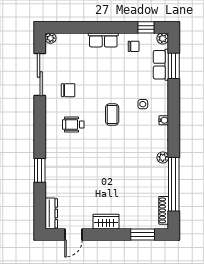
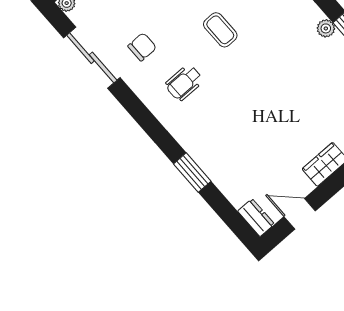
dresser: (51, 213) -> (256, 218), width x0.70
door: (74, 234) -> (300, 214), swing flipped

